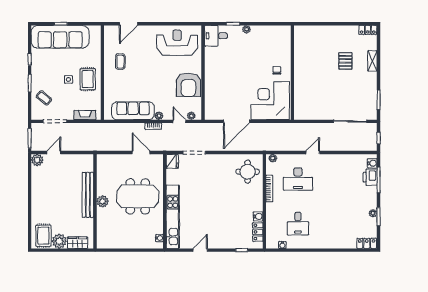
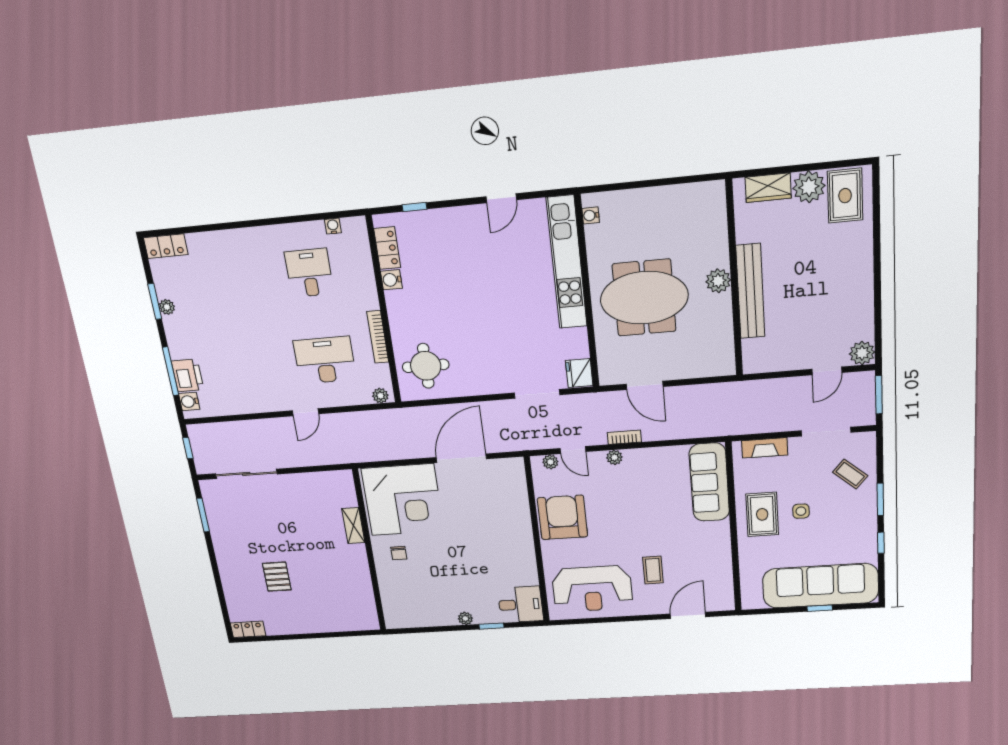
shelving: (372, 61) -> (353, 526), moved
coffee table: (120, 62) -> (653, 570), moved
sofa: (133, 111) -> (709, 482), moved, turned 90

